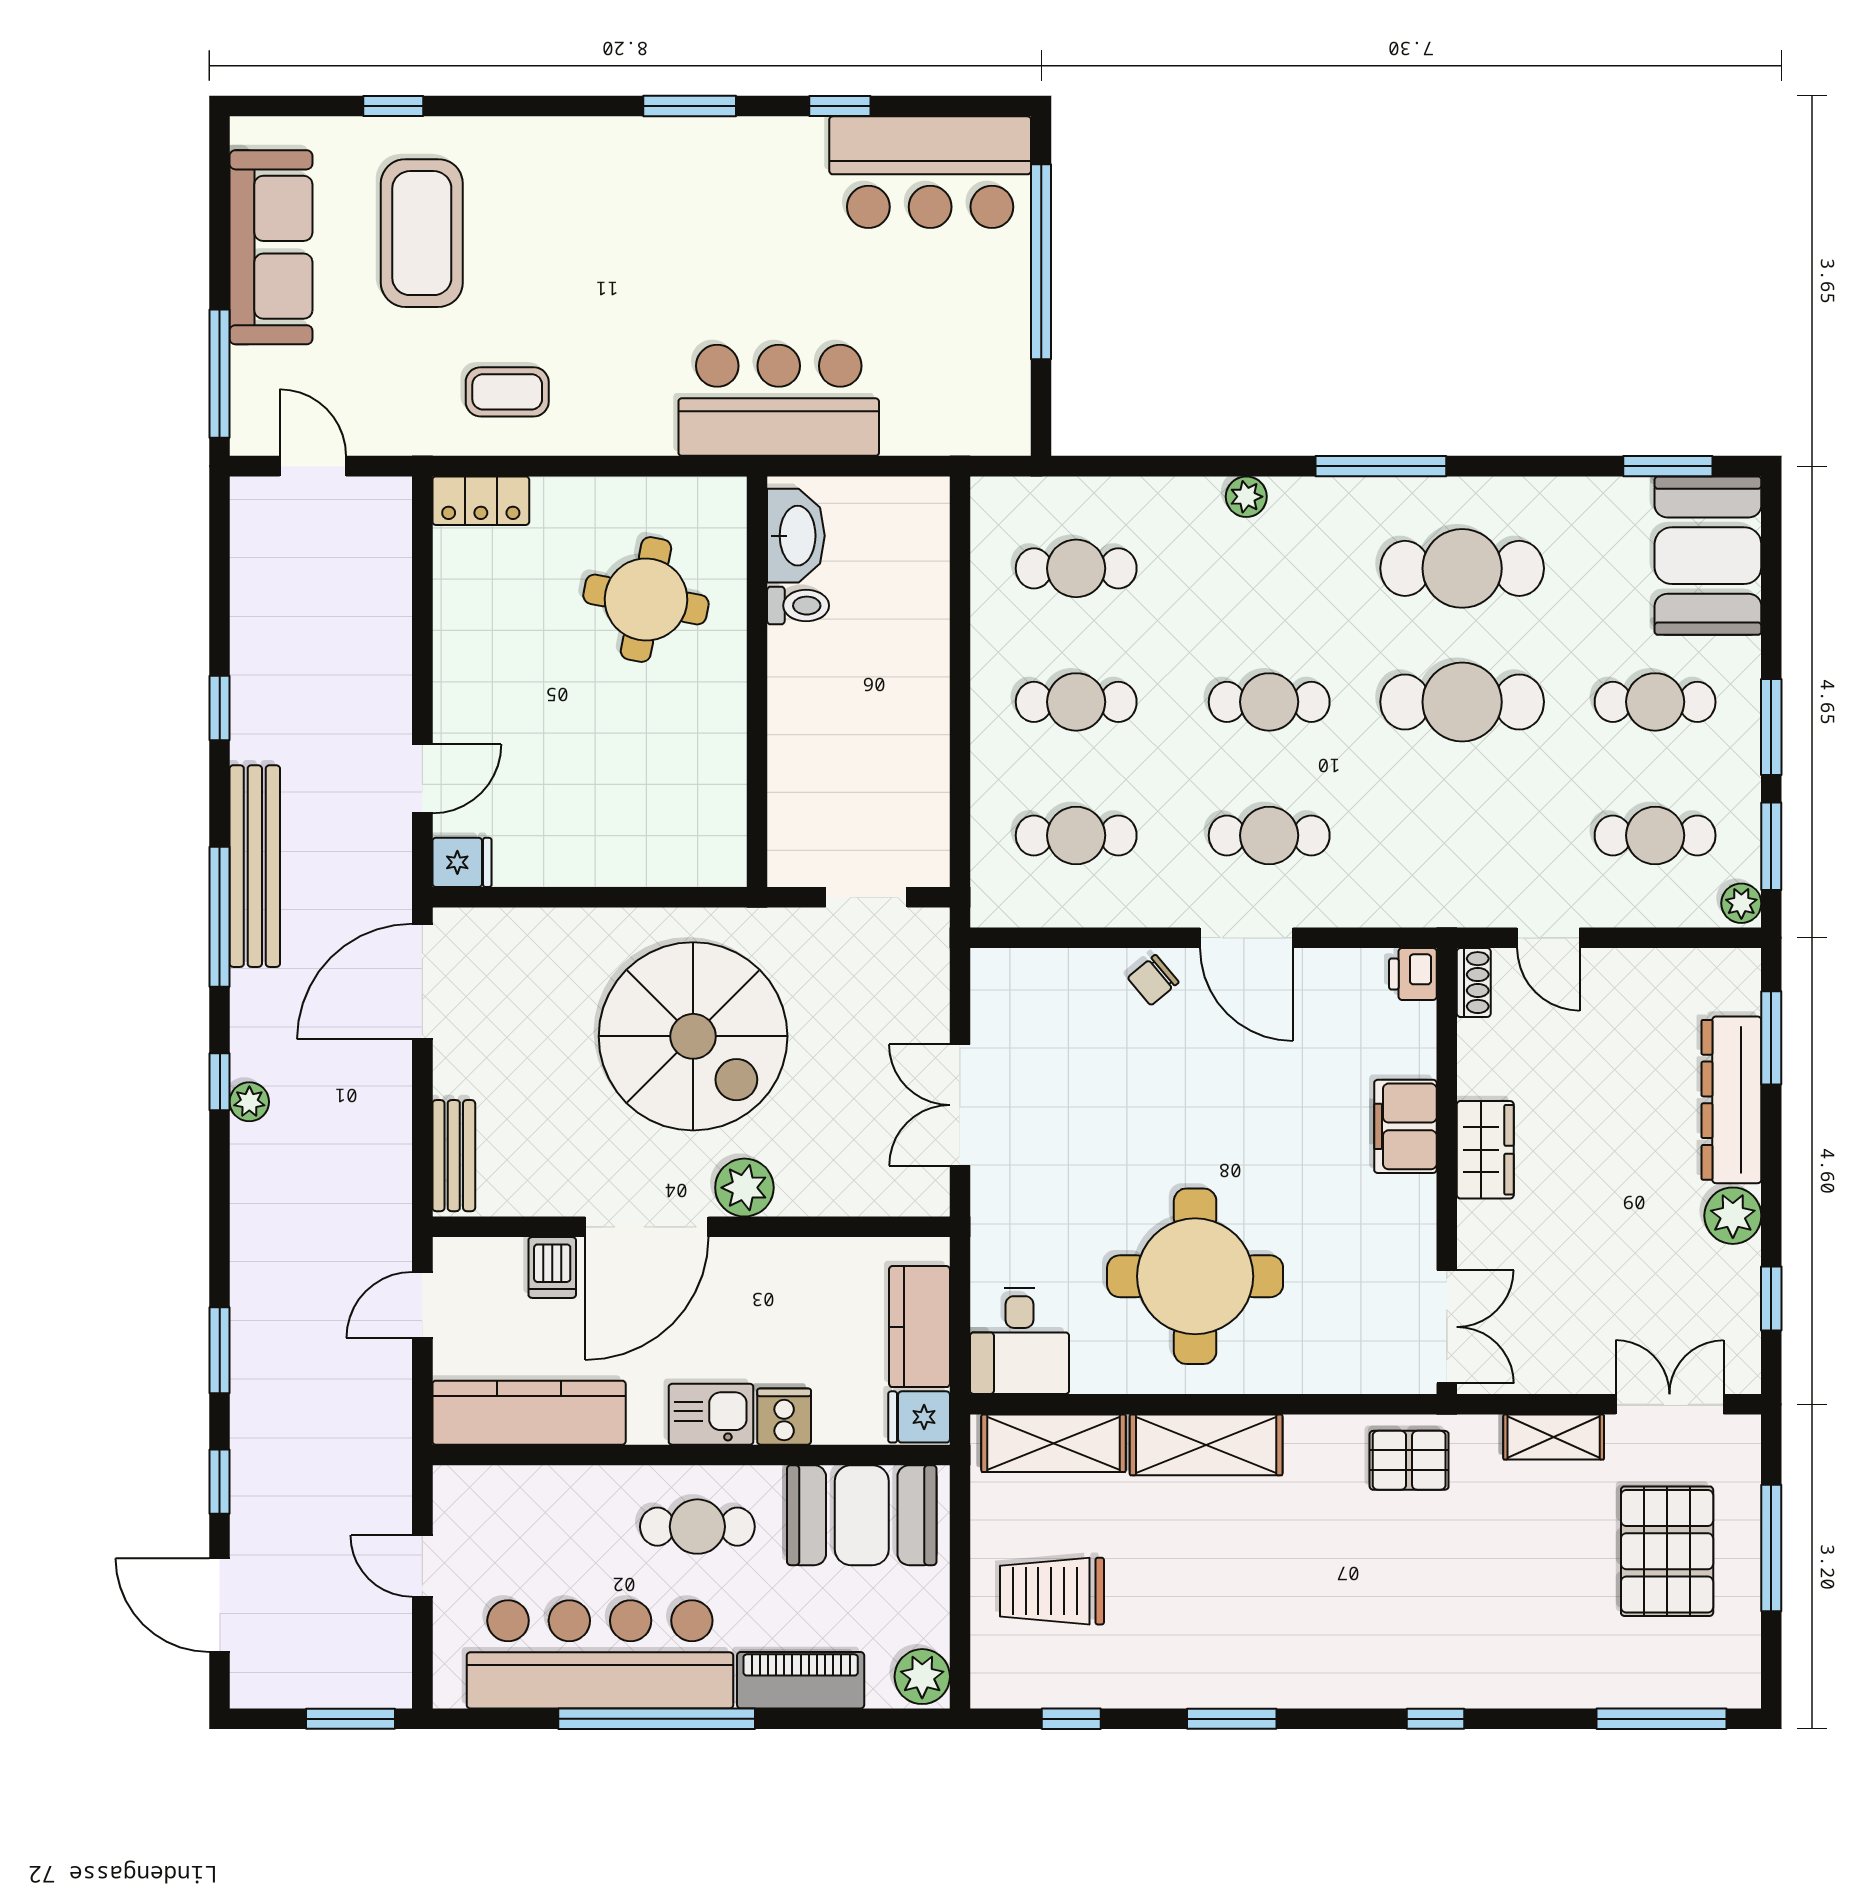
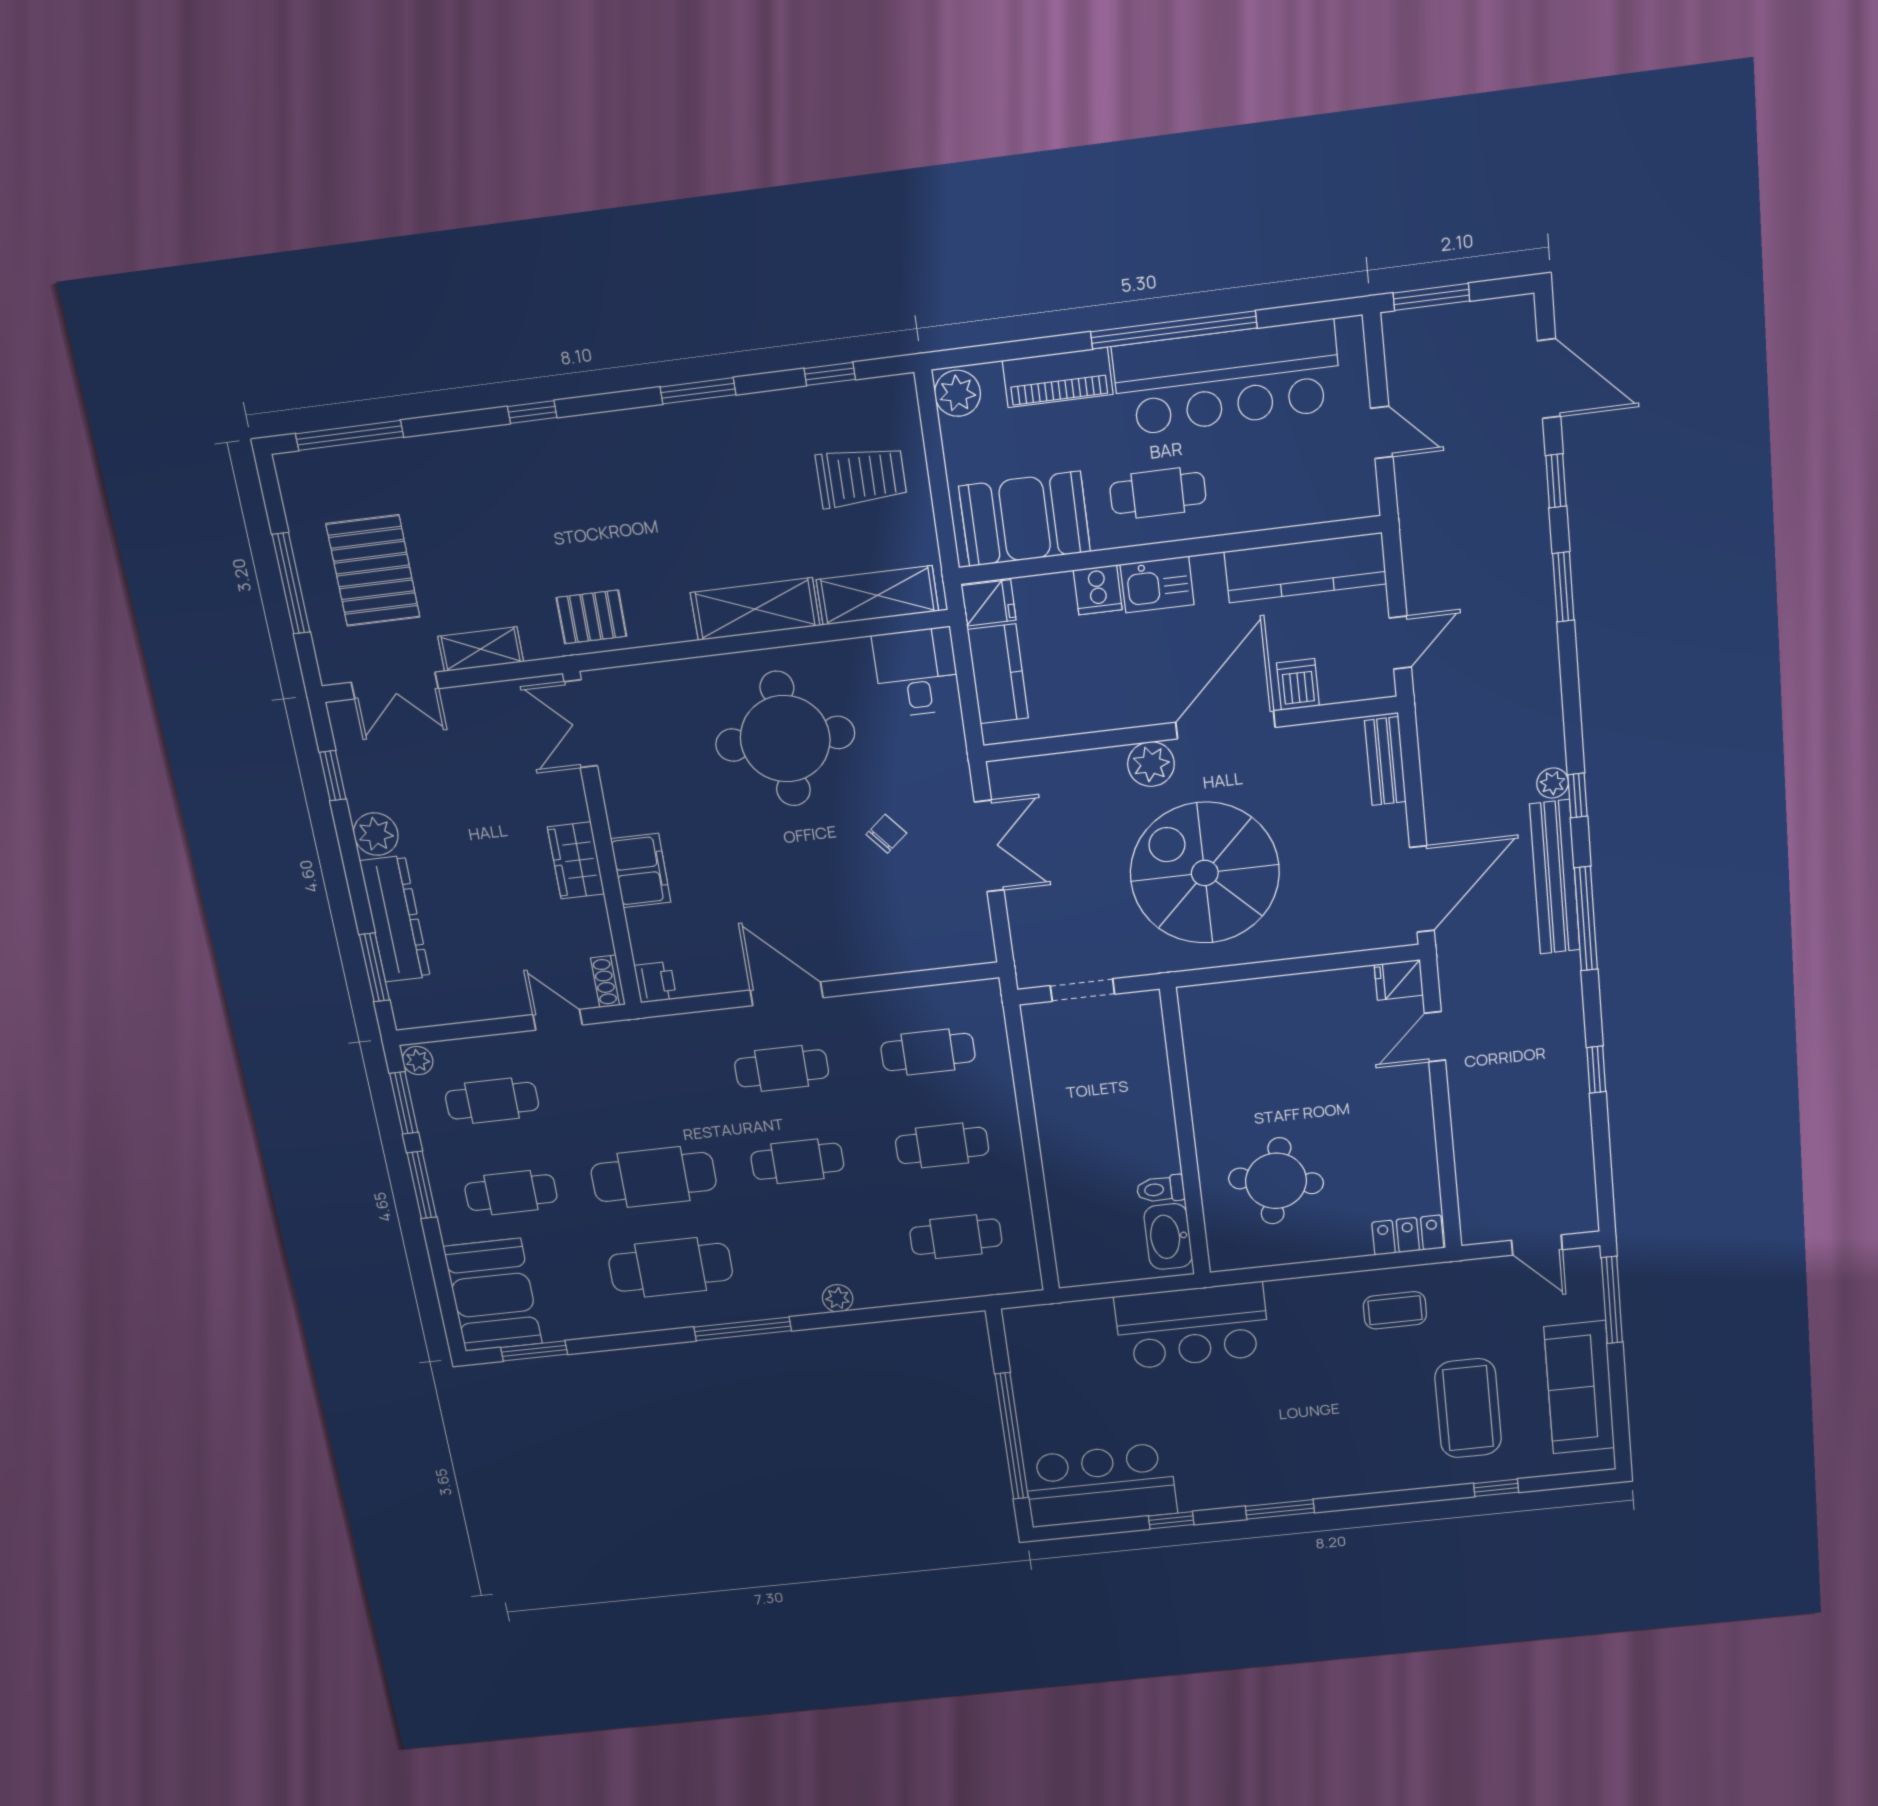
bench: (255, 866) -> (1555, 877), moved
chair: (1153, 980) -> (886, 834), moved

